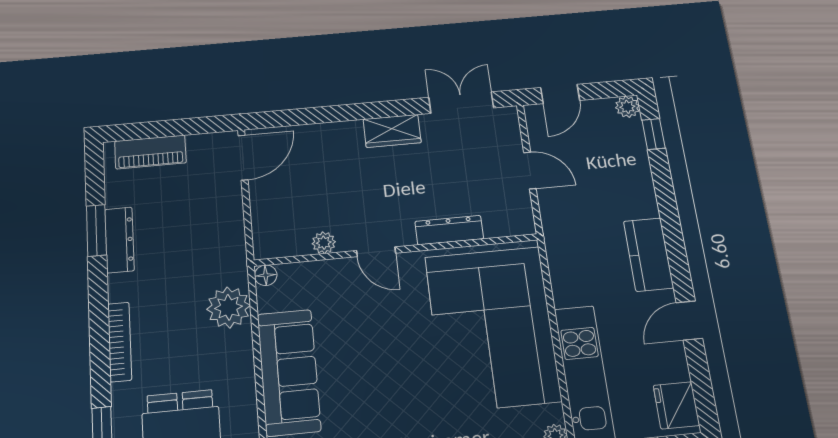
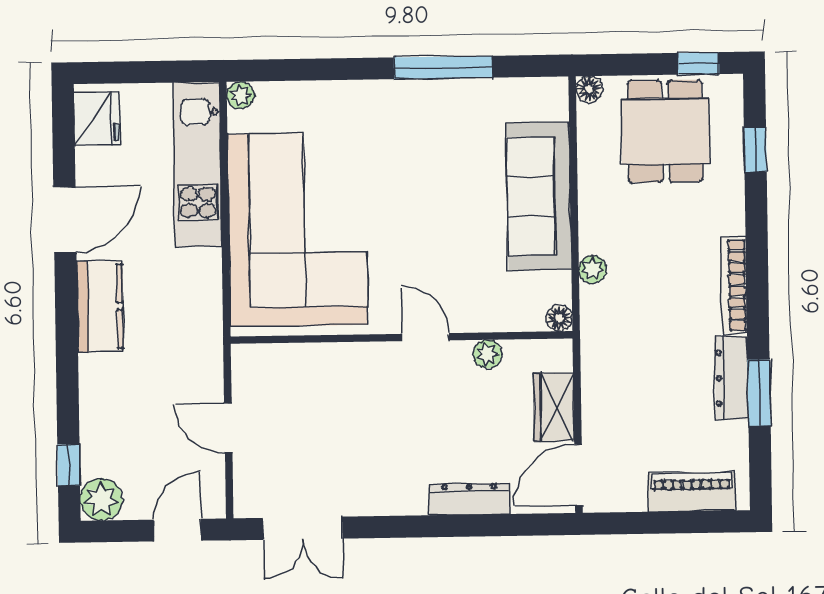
plant: (627, 107) -> (101, 499), width x1.38, depth x1.38
wardrobe: (392, 131) -> (554, 407), moved, turned -90
dresser: (449, 230) -> (469, 499), moved, turned 180
plant: (229, 307) -> (593, 269), width x0.53, depth x0.53
door: (689, 321) -> (65, 220), width x1.38
bookcase: (120, 342) -> (734, 285), moved

